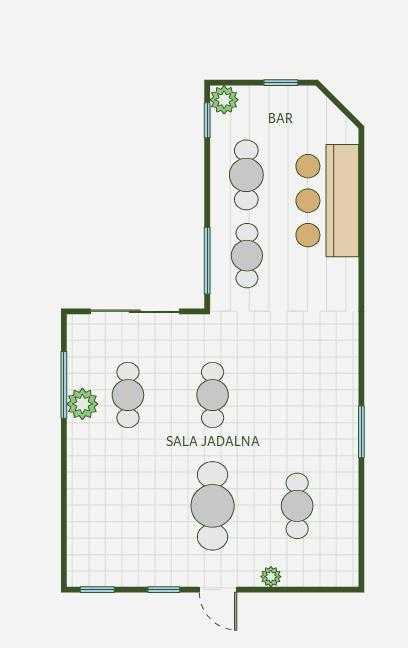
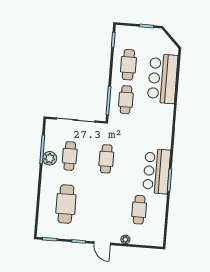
plant: (224, 100) -> (121, 31), removed
bar counter: (330, 414) -> (157, 171), added
cafe table: (213, 506) -> (66, 204), moved

